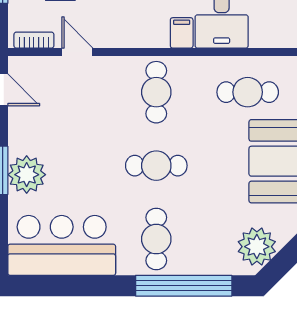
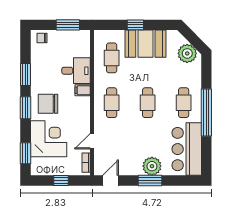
cafe table: (156, 92) -> (112, 103), turned 90
cafe table: (156, 239) -> (184, 103), turned 90
window: (184, 286) -> (206, 113), moved

